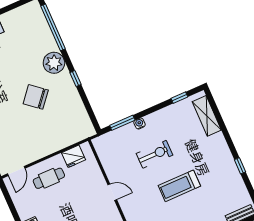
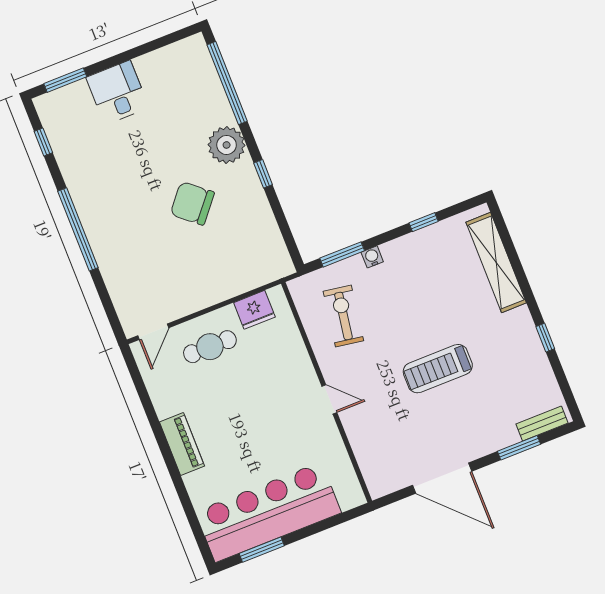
window: (179, 98) -> (424, 222), moved
shelving: (207, 116) -> (496, 262), width x1.47
exercise bike: (154, 154) -> (343, 316), moved, turned -81
door: (112, 192) -> (329, 399), moved

